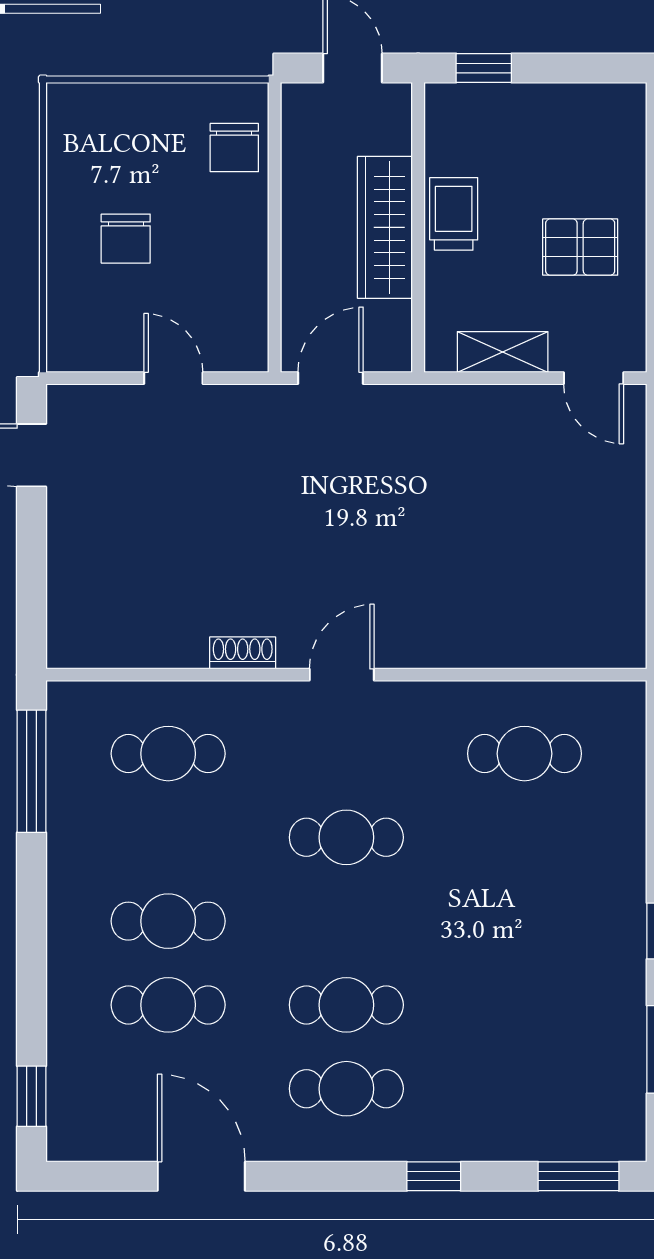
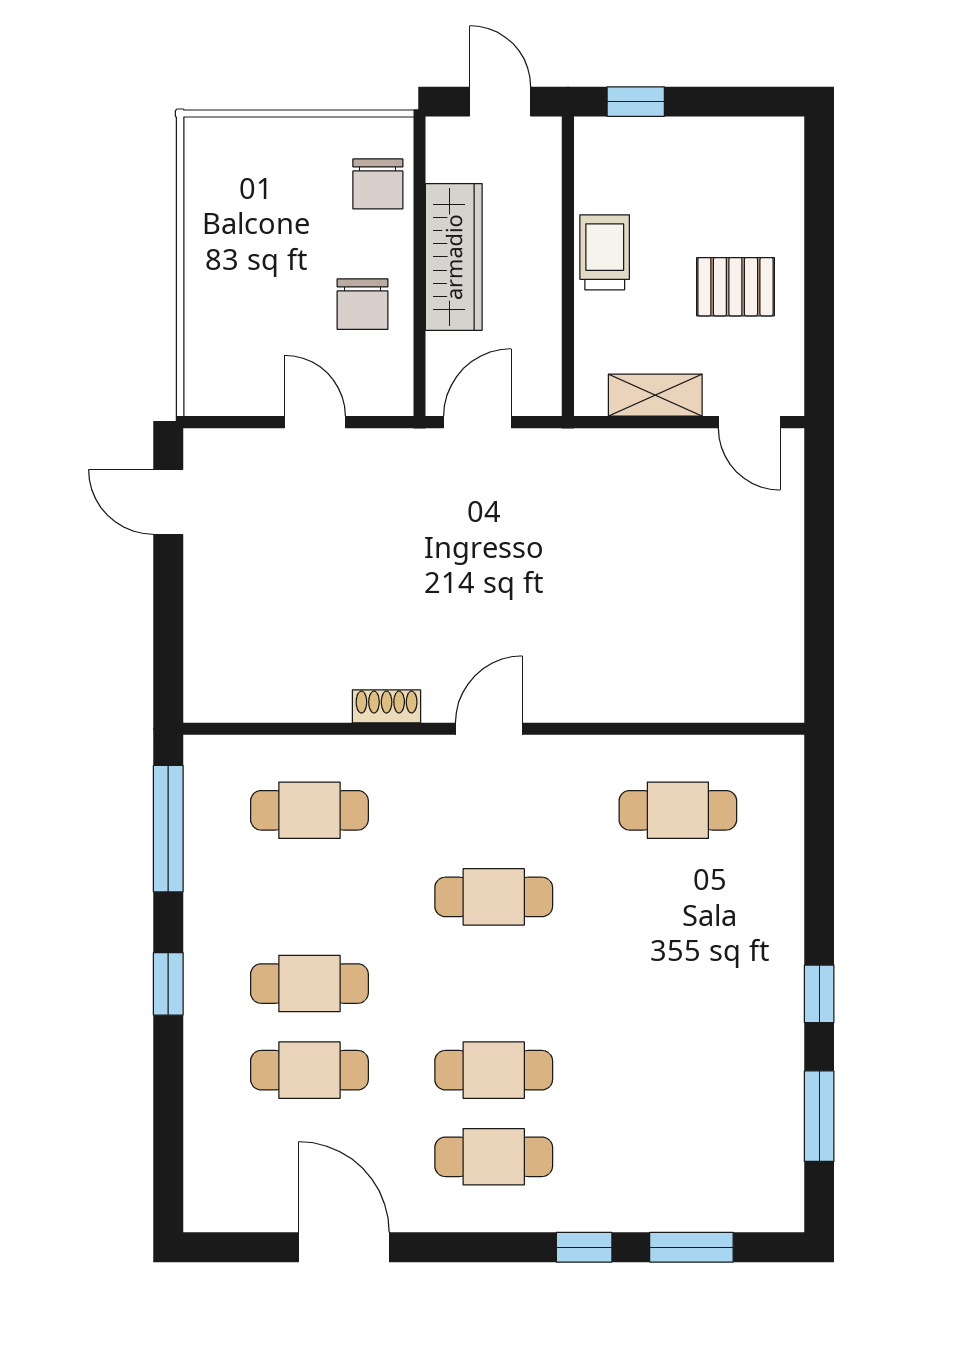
wardrobe: (385, 227) -> (454, 257), moved, turned 180
chair: (126, 239) -> (362, 304), moved
window: (31, 1096) -> (168, 984), moved
window: (579, 1176) -> (691, 1247), moved

